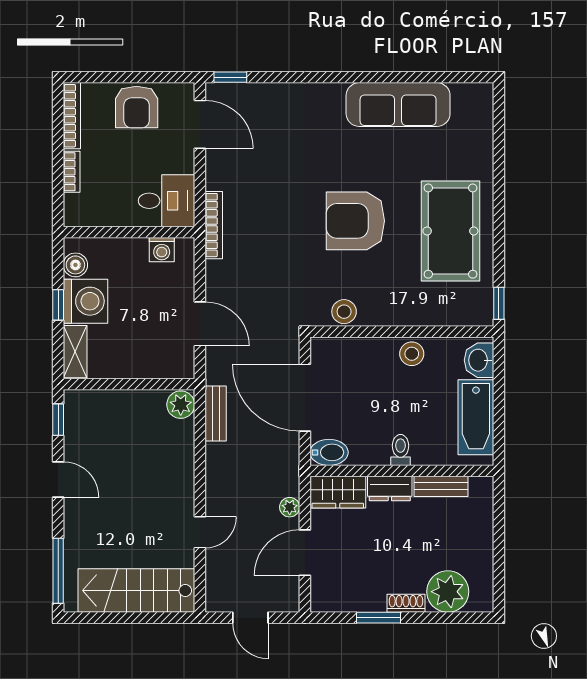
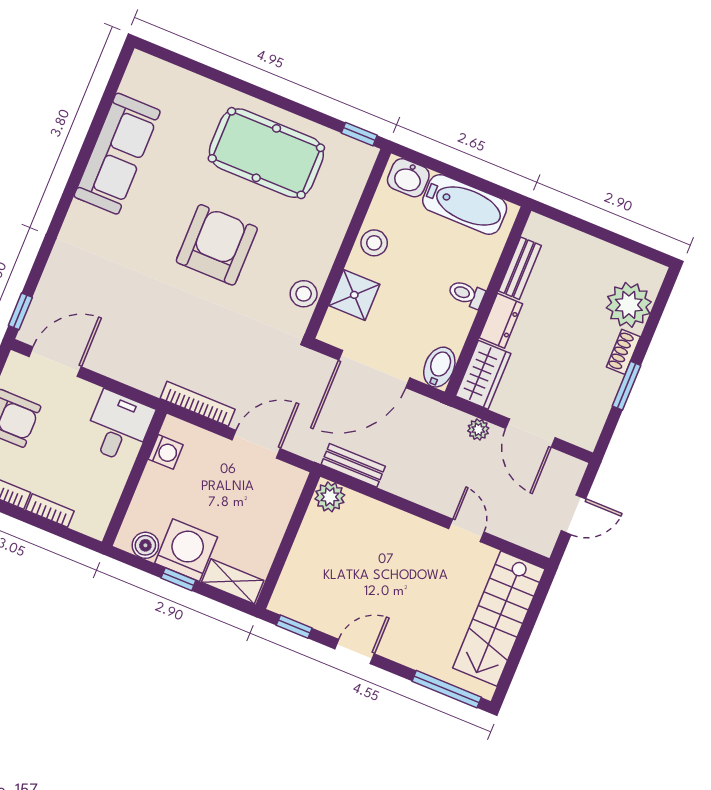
armchair: (355, 221) -> (217, 245), turned 180
bookcase: (214, 225) -> (198, 404), moved
shower: (361, 355) -> (354, 295), added

